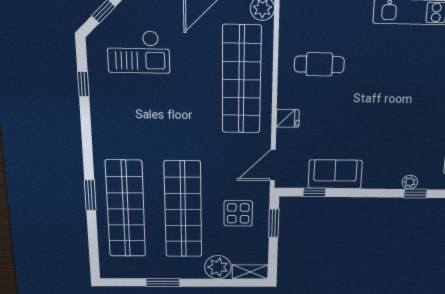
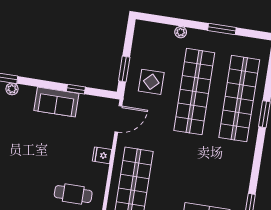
sofa: (335, 174) -> (56, 102), moved
window: (314, 192) -> (76, 89), moved
plant: (218, 267) -> (181, 32), width x0.53, depth x0.53
shelving: (250, 272) -> (149, 28), removed

